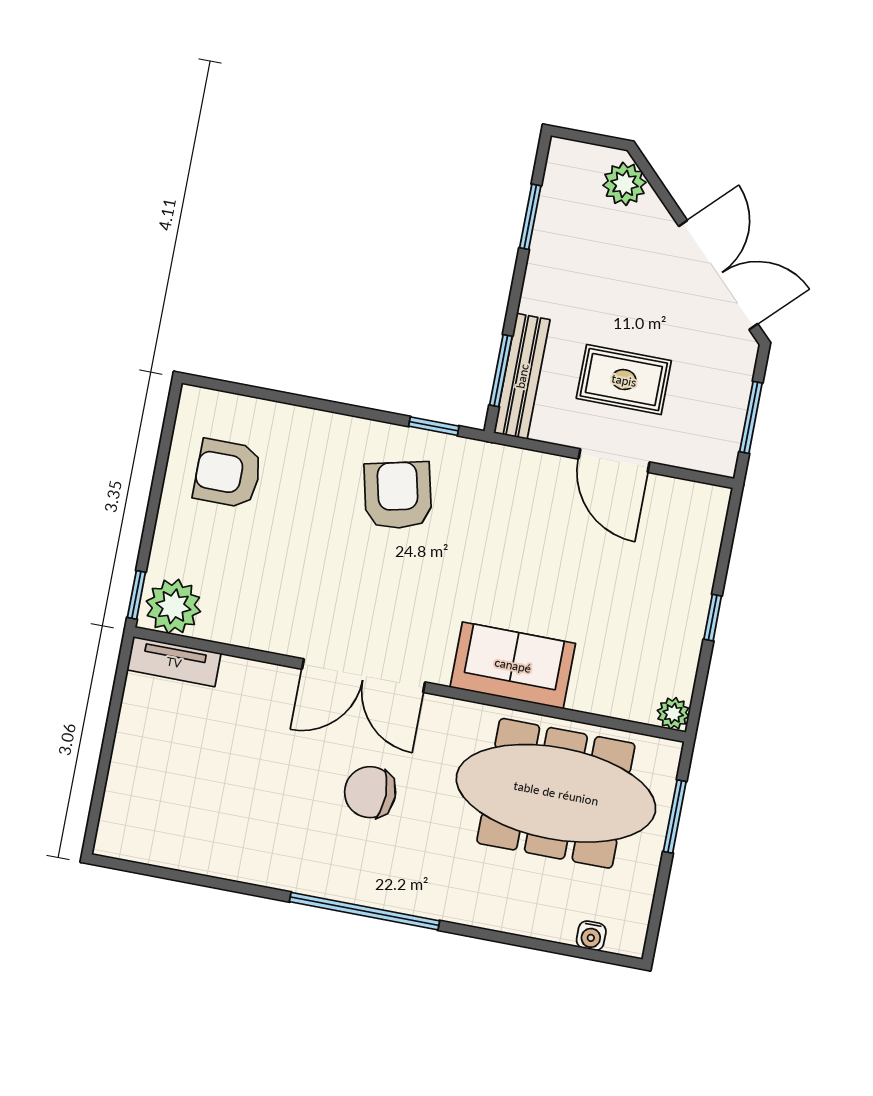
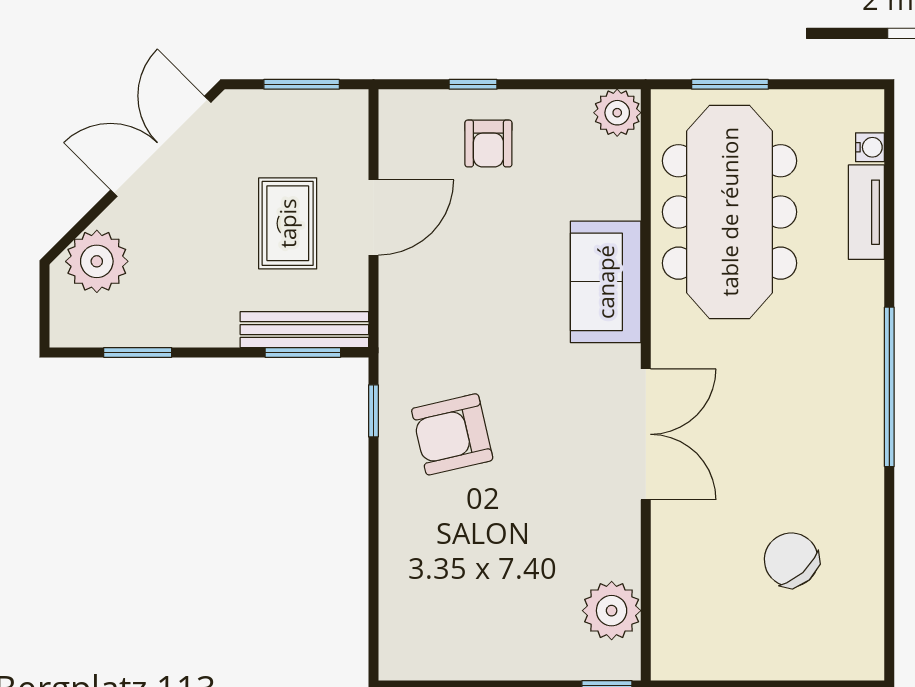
plant: (624, 184) -> (97, 261), width x1.36, depth x1.36
armchair: (228, 474) -> (488, 143), moved, width x0.72, depth x0.72
plant: (173, 606) -> (612, 611), moved
window: (713, 618) -> (473, 84), moved
tv unit: (174, 662) -> (866, 212), moved, turned 180
plant: (673, 713) -> (617, 113), width x1.38, depth x1.38
chair: (370, 792) -> (791, 560), moved, turned 138

